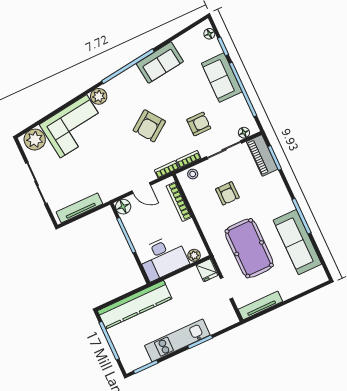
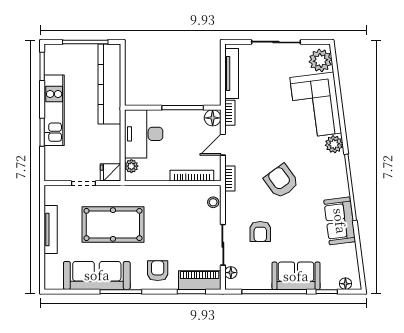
bookcase: (189, 159) -> (230, 113), moved
armchair: (227, 193) -> (158, 271), moved, turned 90
tv unit: (260, 305) -> (51, 230), moved

